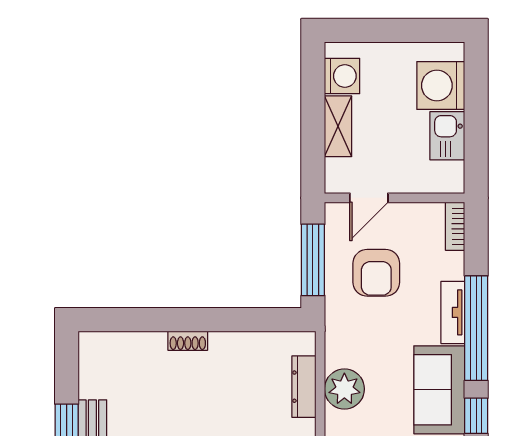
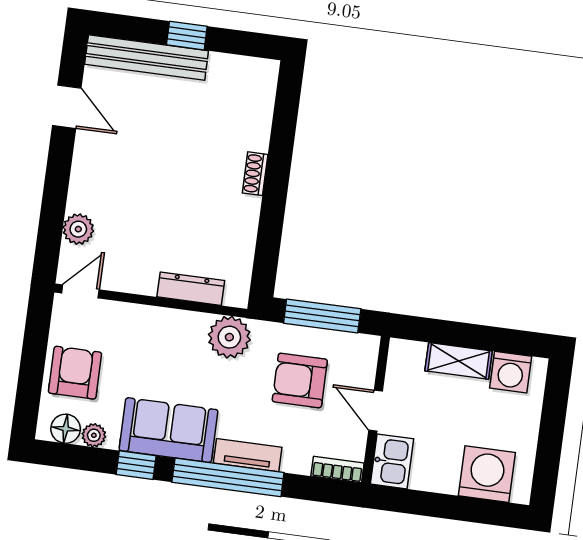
kitchen sink: (447, 136) -> (392, 461), moved, turned 90
door: (369, 198) -> (376, 411), moved
plant: (344, 389) -> (229, 337), moved

